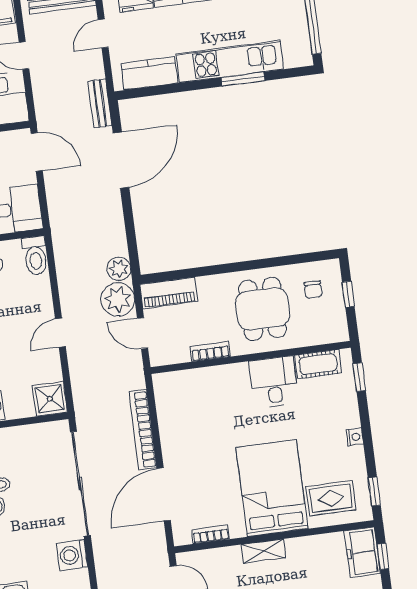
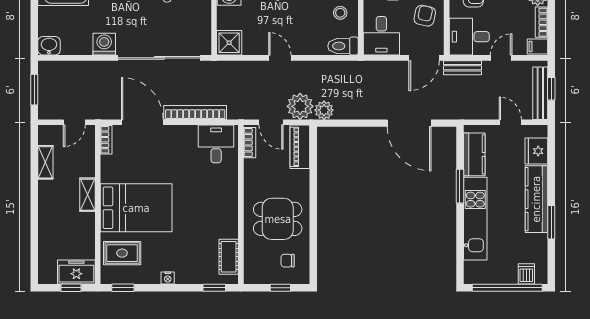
window: (243, 79) -> (460, 186), moved
bench: (100, 103) -> (462, 68), moved
door: (143, 333) -> (271, 122), swing flipped
bookcase: (210, 352) -> (250, 143), moved
desk: (274, 382) -> (216, 144), moved, turned -90
rug: (331, 498) -> (122, 253), turned 90
bookcase: (211, 534) -> (106, 140), moved

